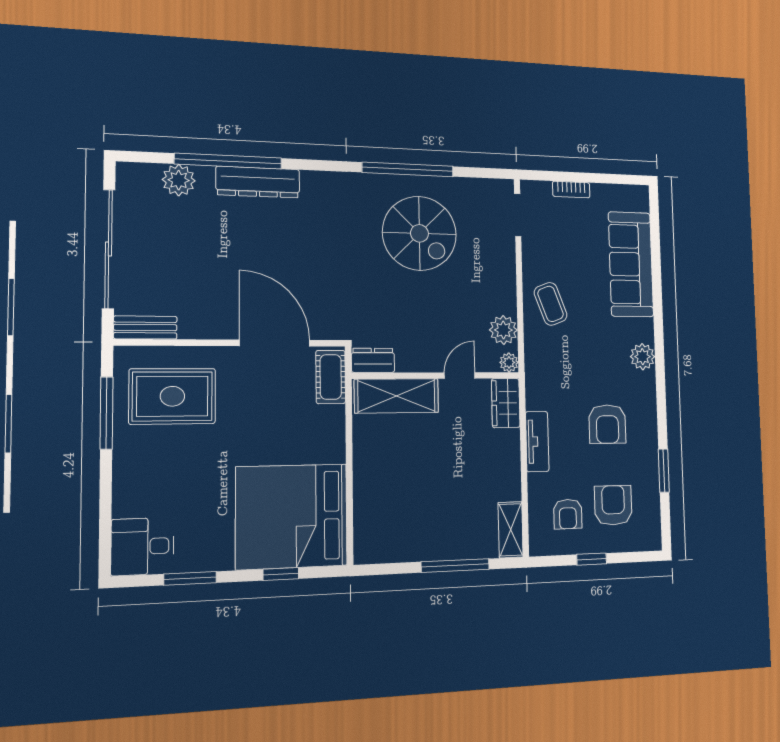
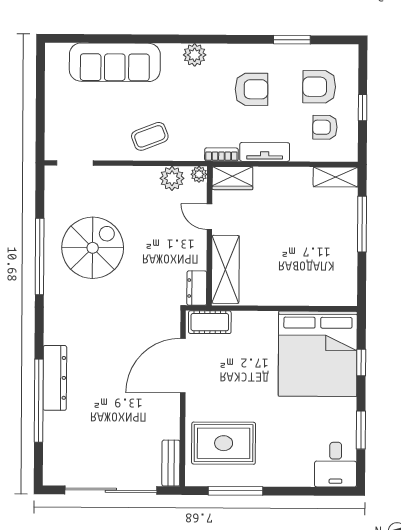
plant: (179, 180) -> (56, 439), removed
bookcase: (571, 190) -> (221, 154), moved, turned -90
rug: (172, 396) -> (224, 443), turned 90
armchair: (568, 514) -> (325, 127), turned 180

